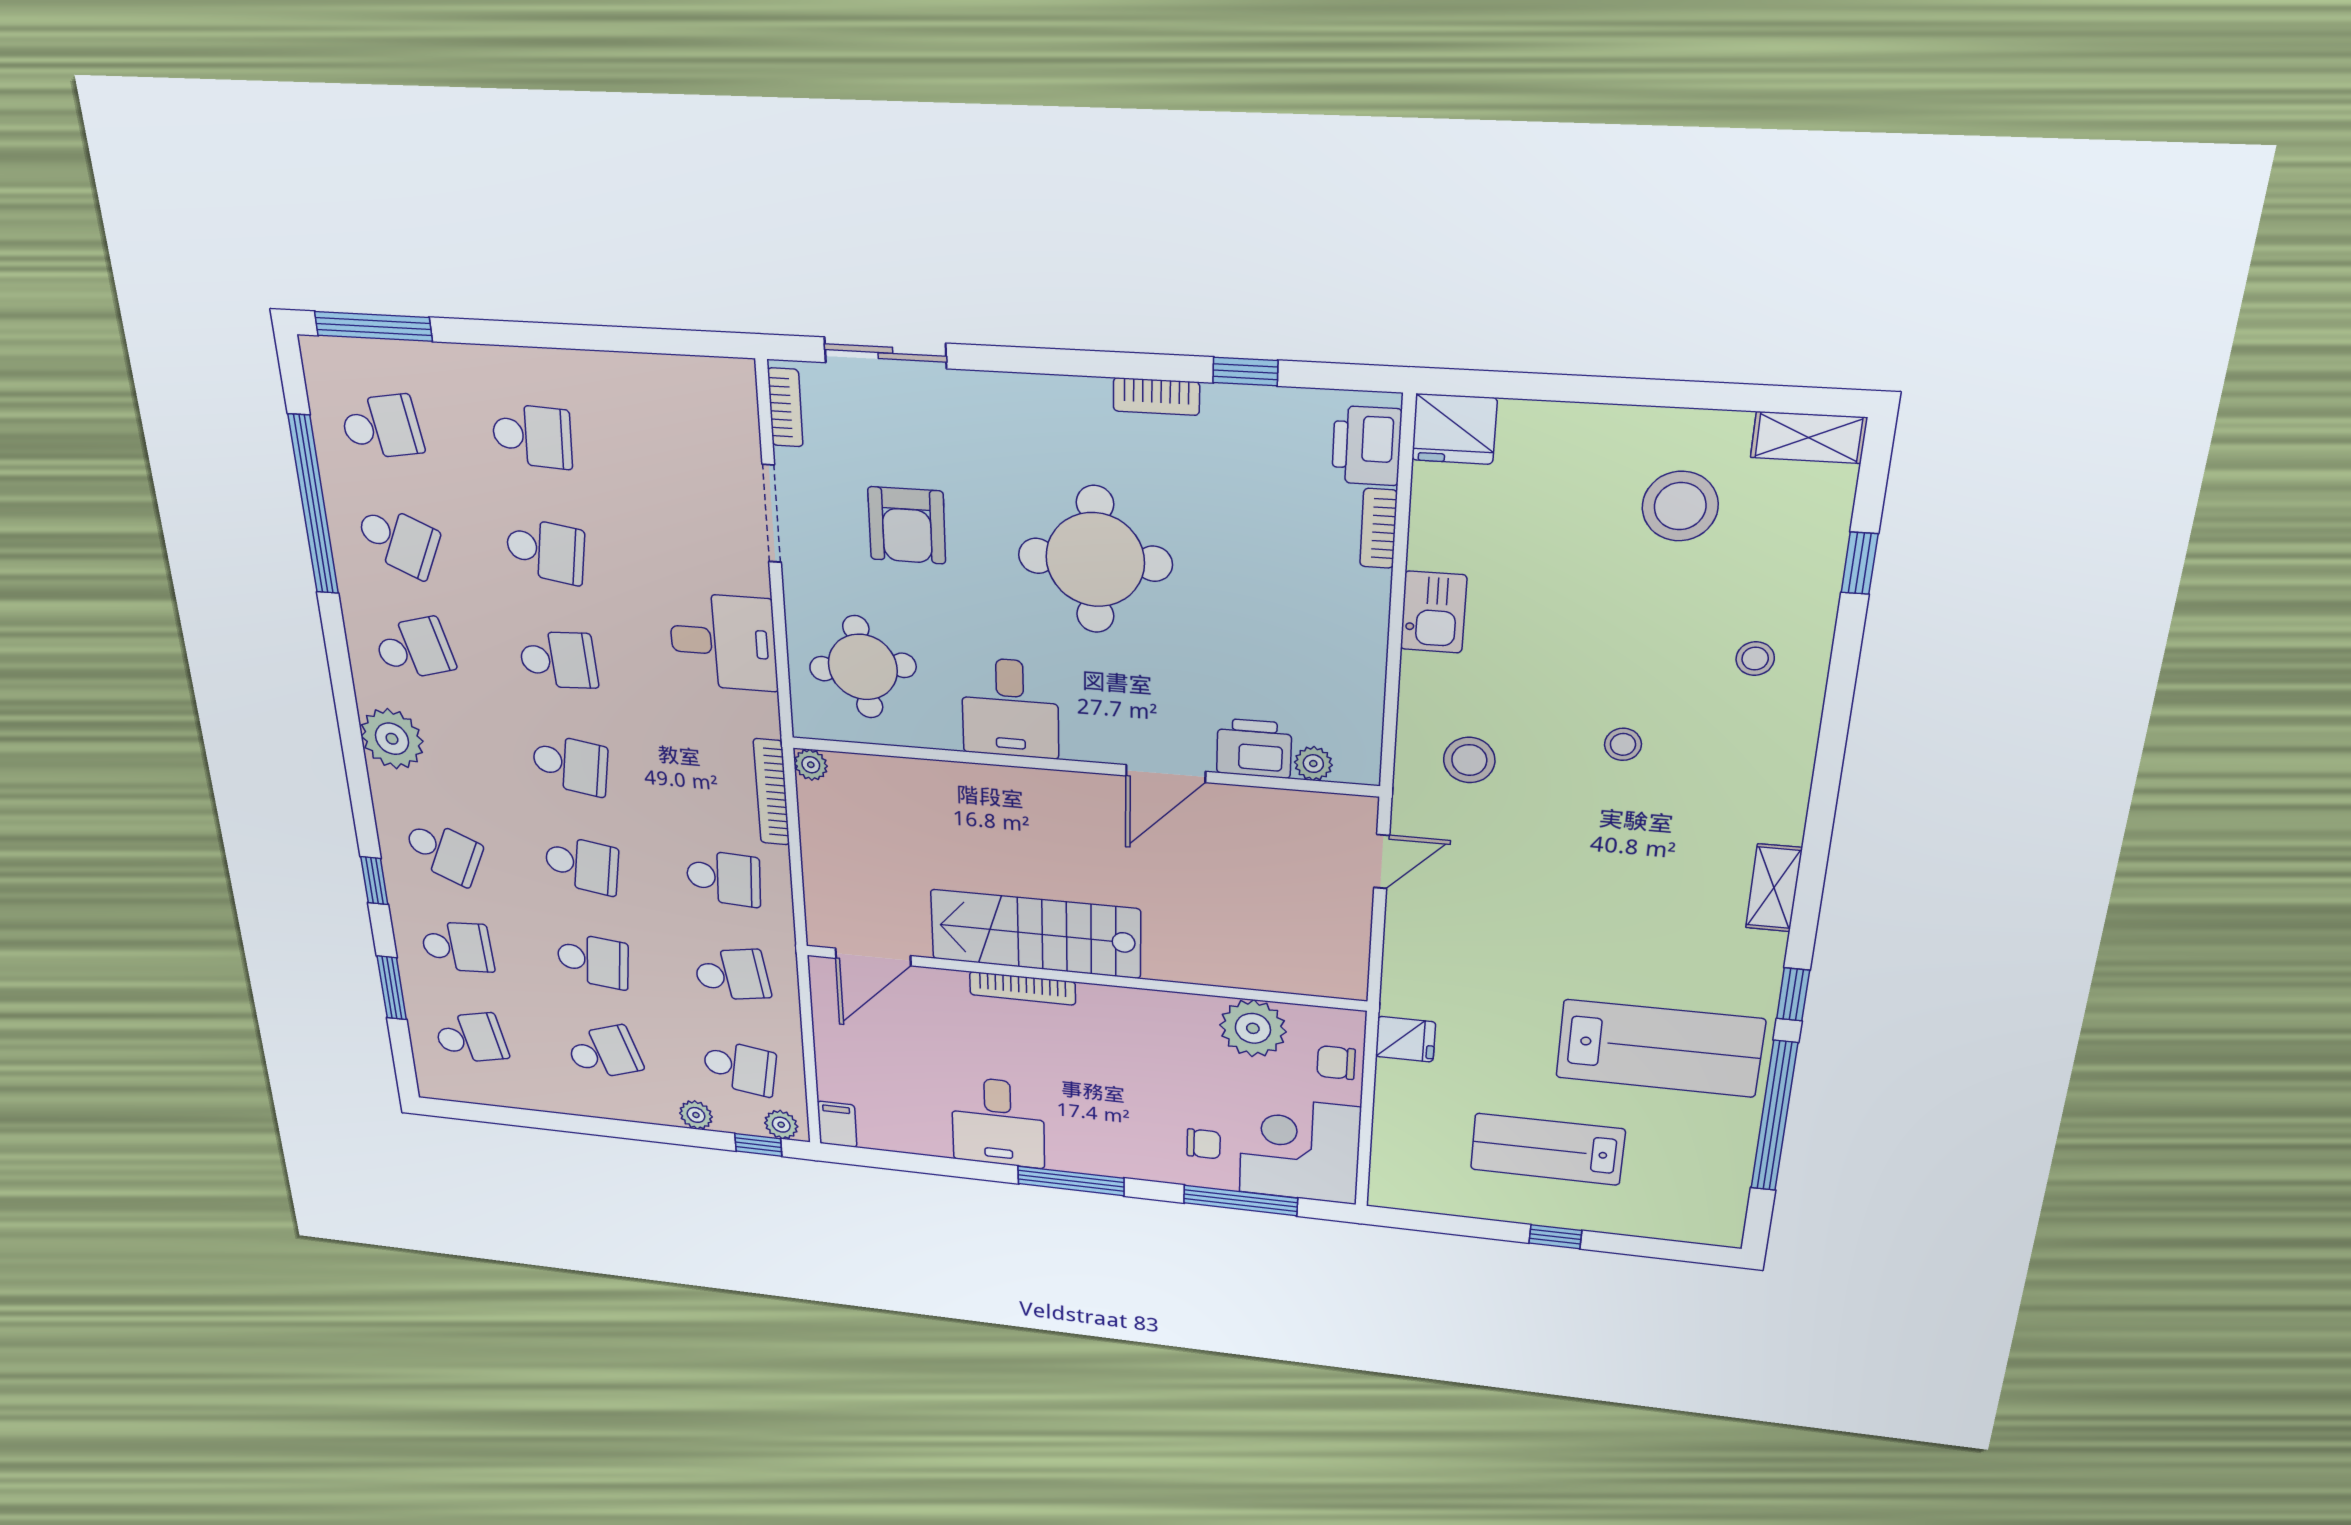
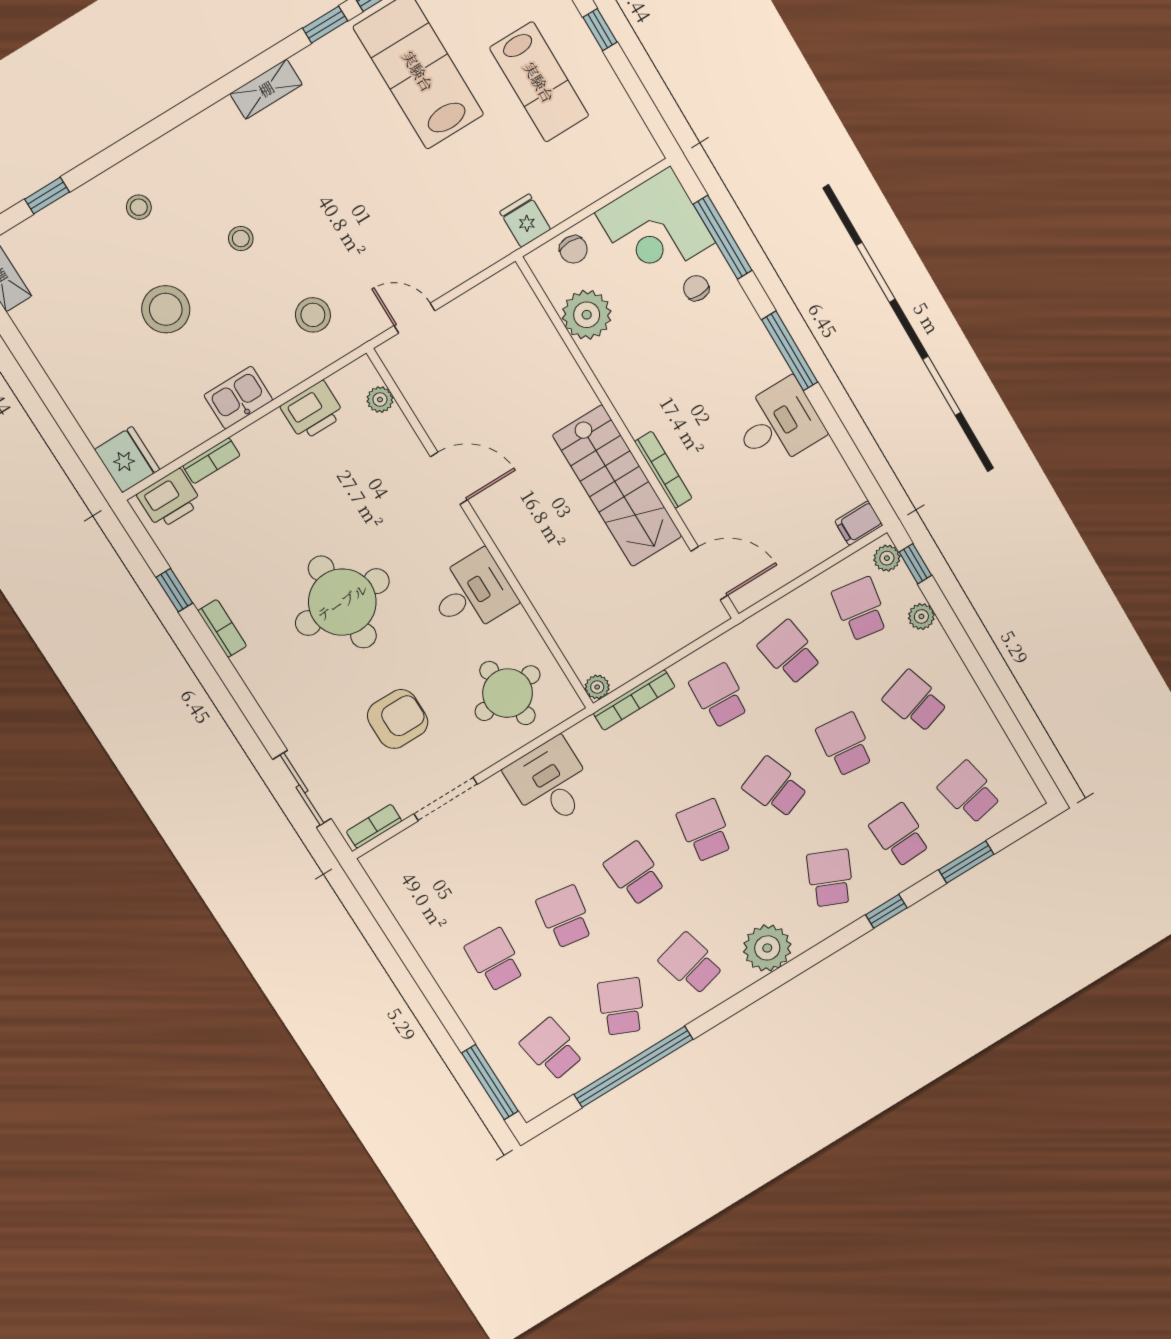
stool: (1680, 506) -> (166, 309), moved
printer: (1254, 748) -> (312, 411), moved, turned -90
school desk: (582, 865) -> (775, 787), turned -30

